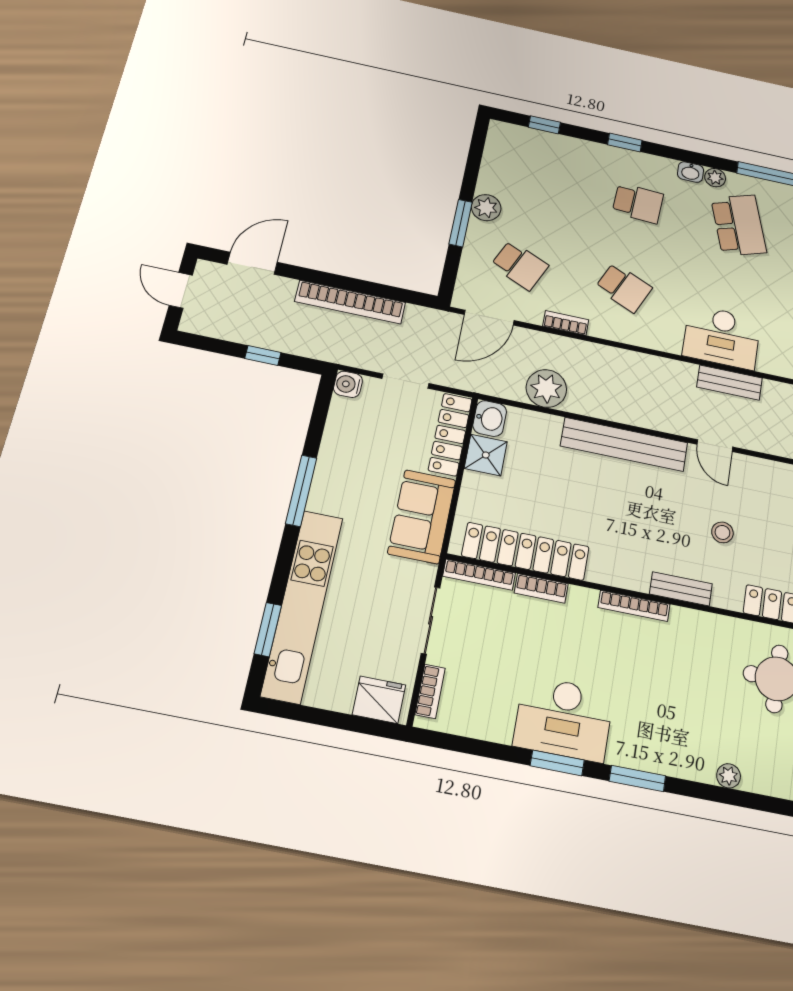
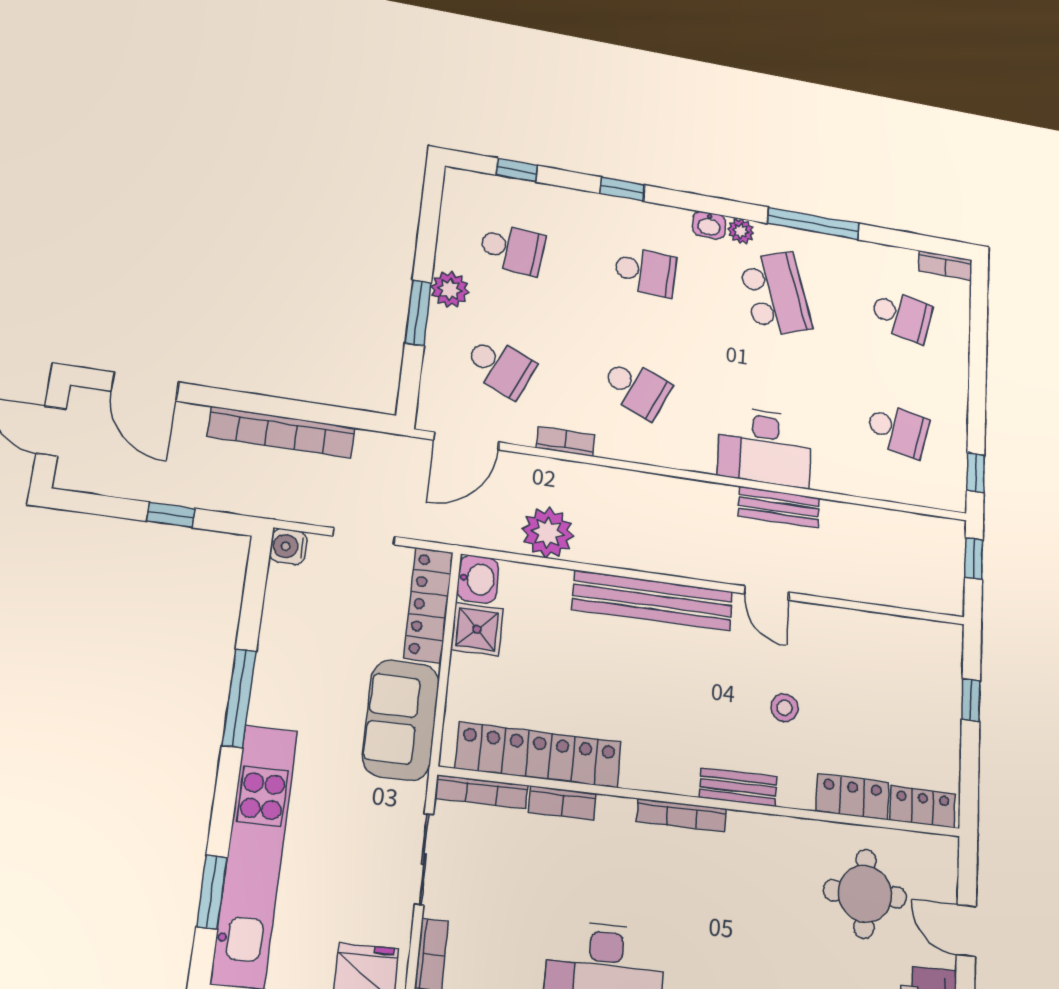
school desk: (536, 181) -> (512, 249), added
door: (252, 263) -> (145, 387), swing flipped

